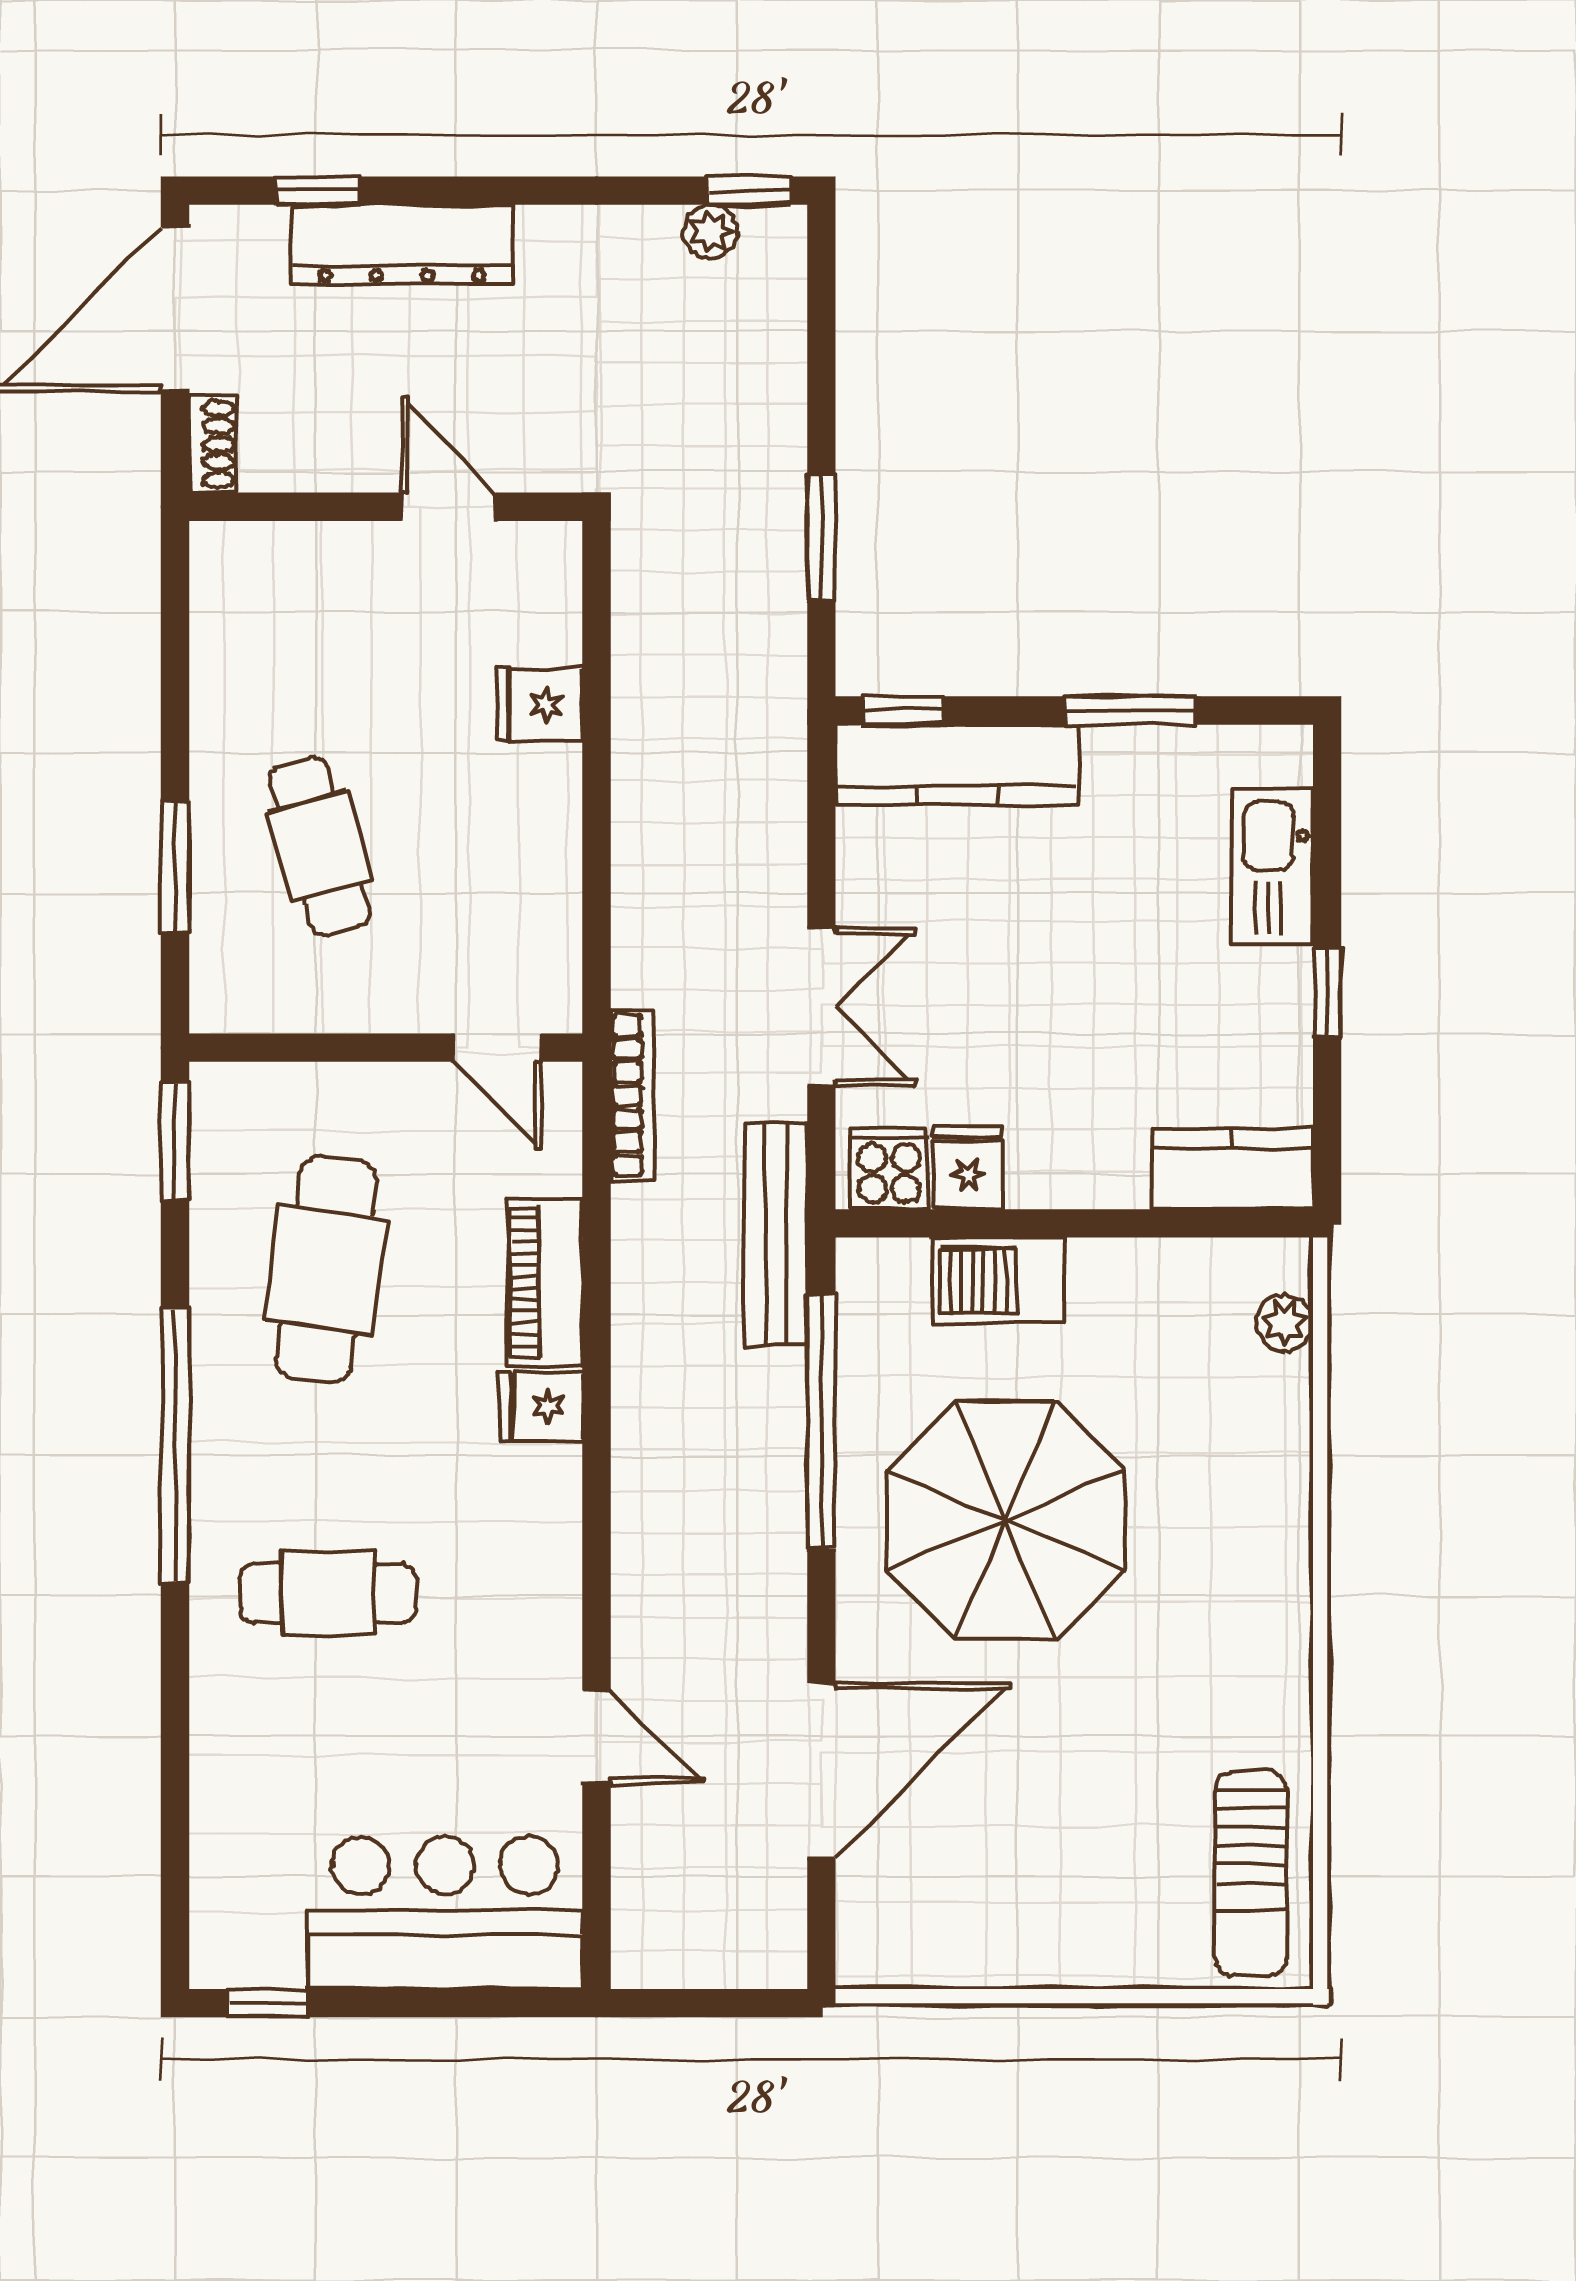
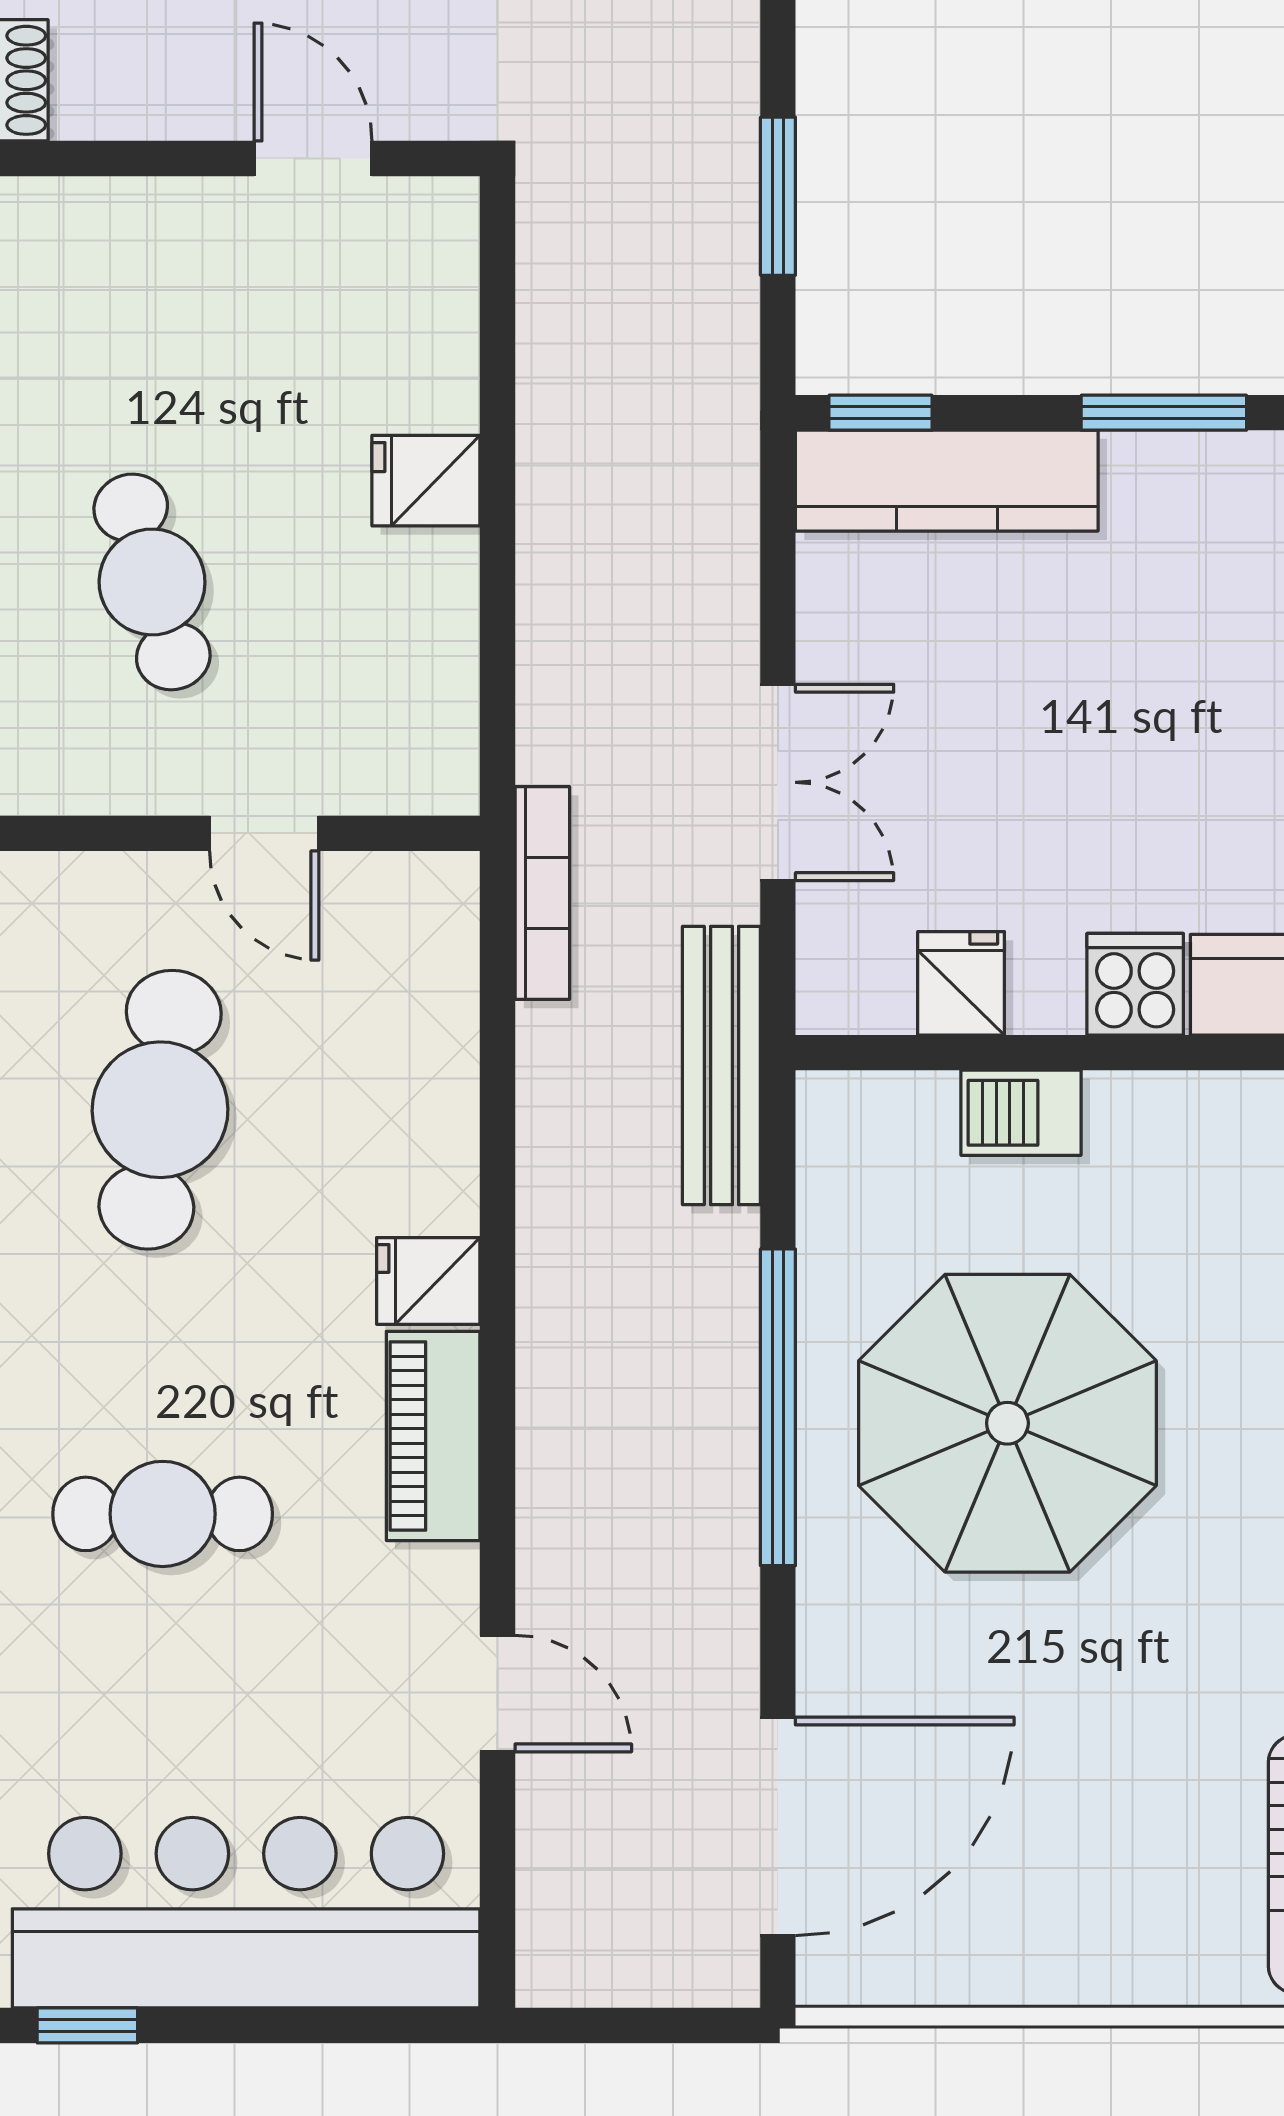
fridge: (539, 704) -> (426, 481), moved
door: (497, 1048) -> (264, 833), moved
cooker: (889, 1169) -> (1135, 984), moved
barbecue: (998, 1281) -> (1021, 1113), width x0.73, depth x0.79
piano: (545, 1282) -> (433, 1436), moved
window: (821, 1422) -> (778, 1407), moved
door: (821, 1770) -> (778, 1826), moved
bar counter: (445, 1913) -> (246, 1913), width x1.36

